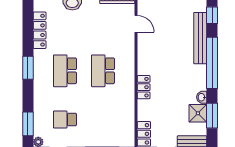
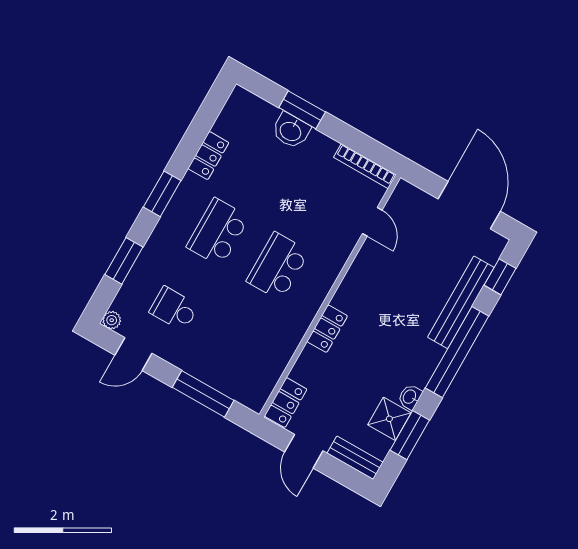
locker: (40, 30) -> (208, 156), width x0.66
window: (28, 124) -> (124, 261), moved

